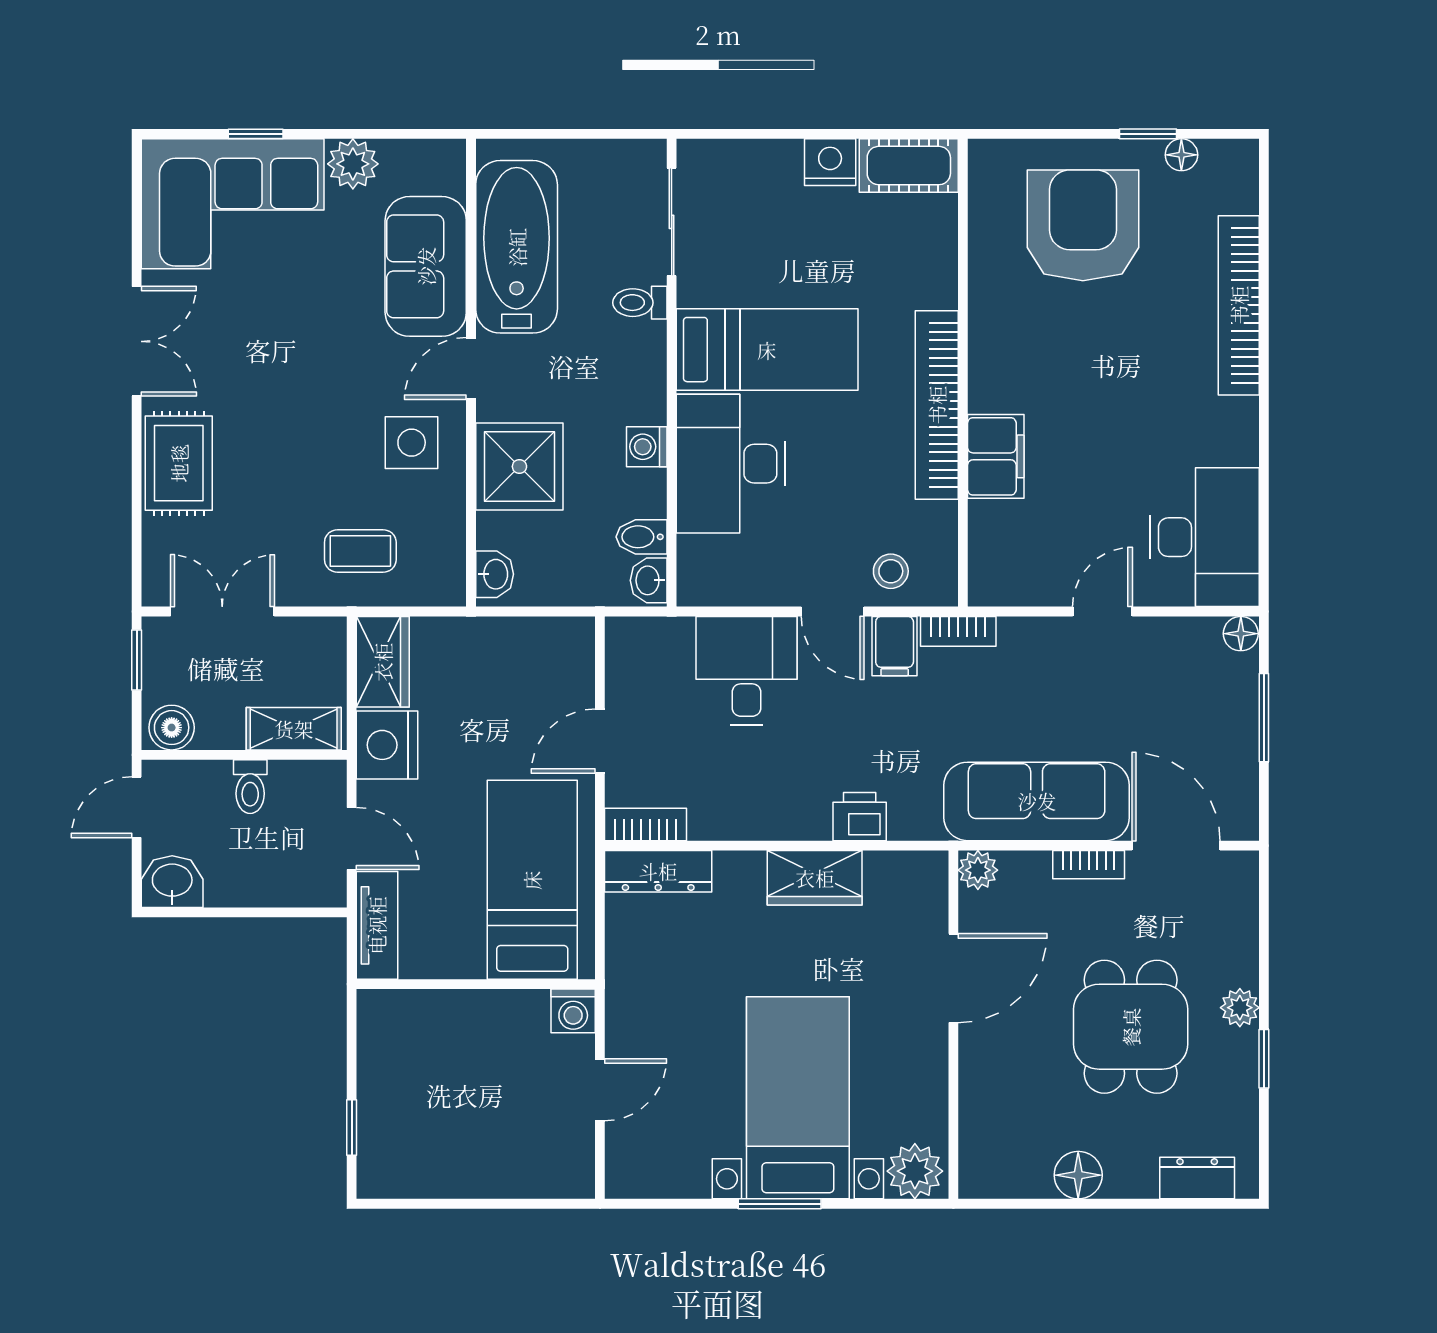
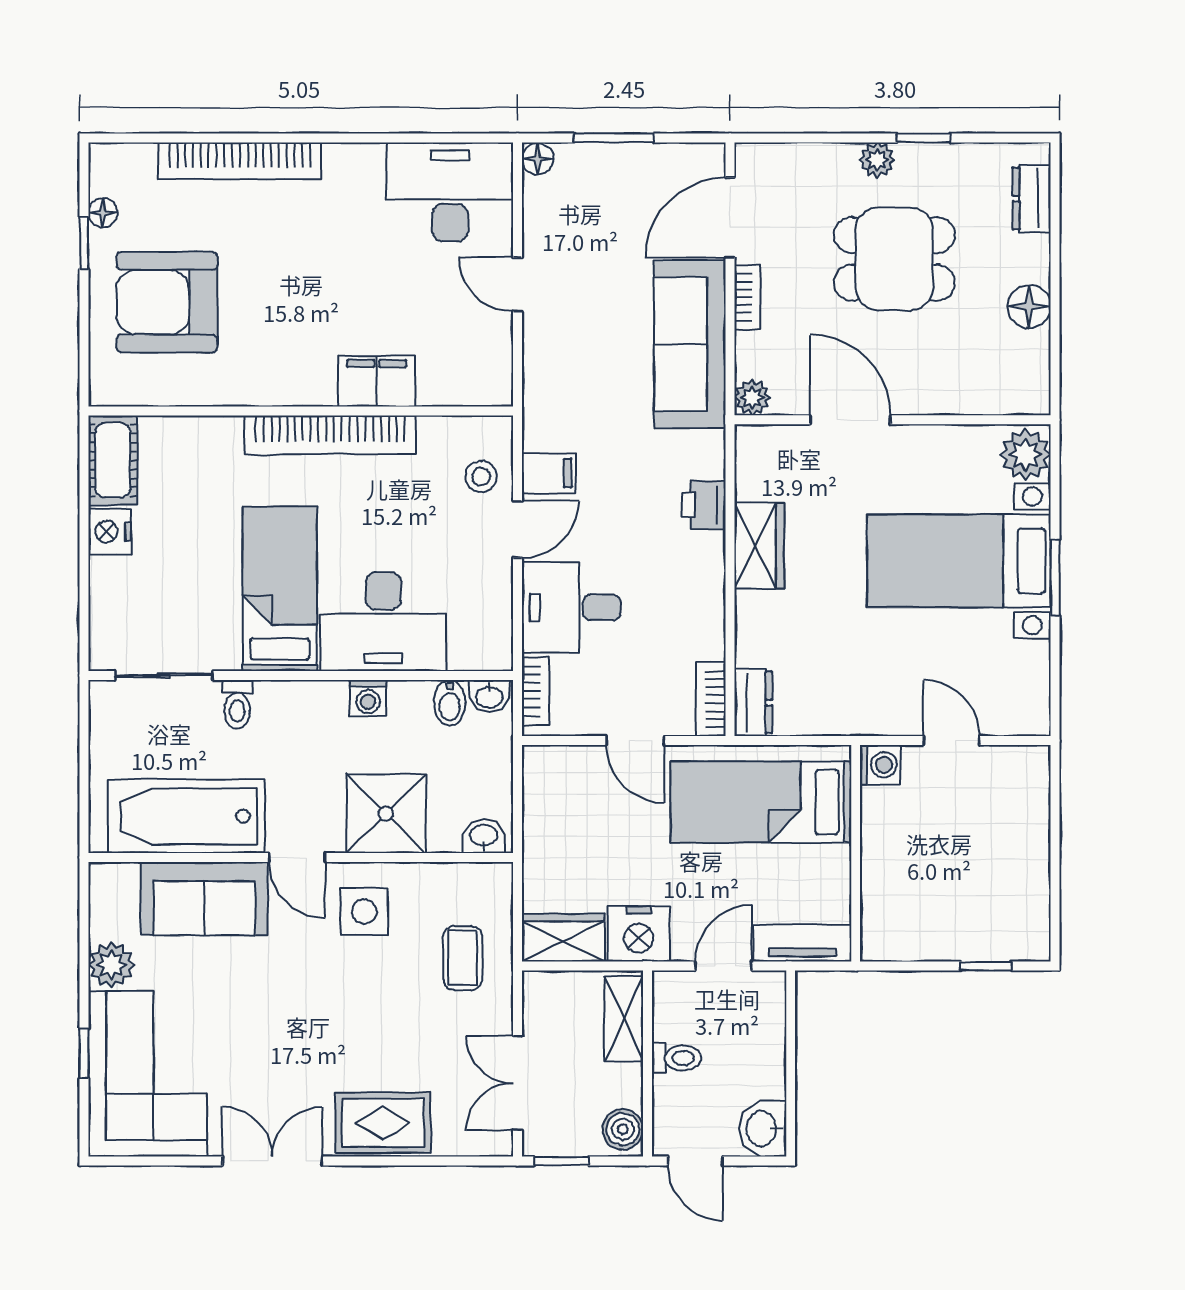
bookcase: (958, 631) -> (535, 691), moved
dresser: (658, 871) -> (753, 702), width x0.70

